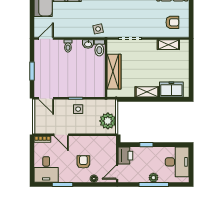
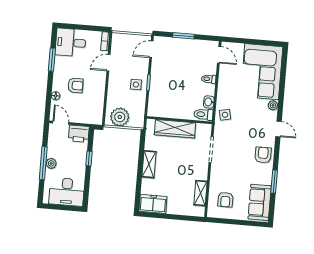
freezer: (171, 90) -> (153, 204), moved, turned -90

